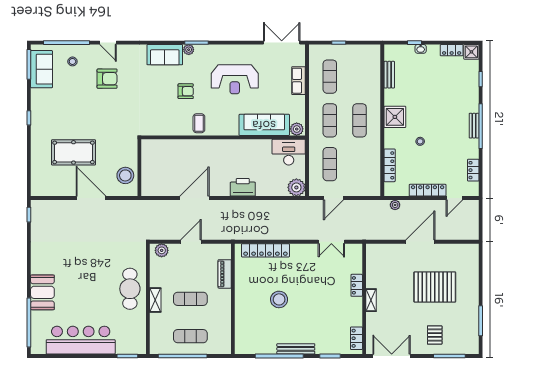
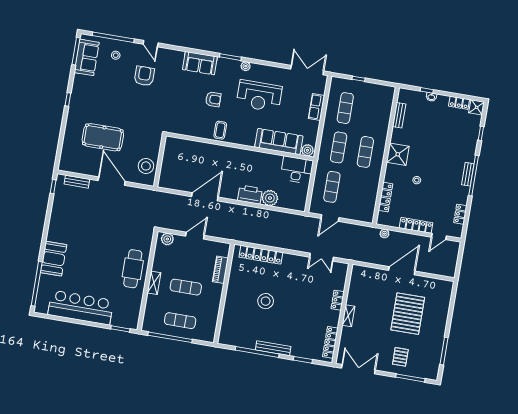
plant: (189, 50) -> (246, 66), moved
armchair: (107, 79) -> (144, 76), turned -90
plant: (296, 187) -> (270, 198), moved
bench: (54, 205) -> (77, 182), added
pallet: (435, 287) -> (408, 314), turned 90
locker: (356, 338) -> (330, 342), width x1.53

